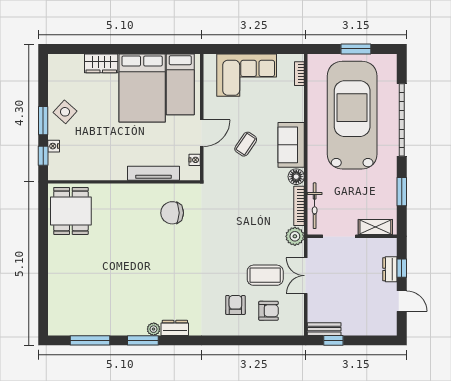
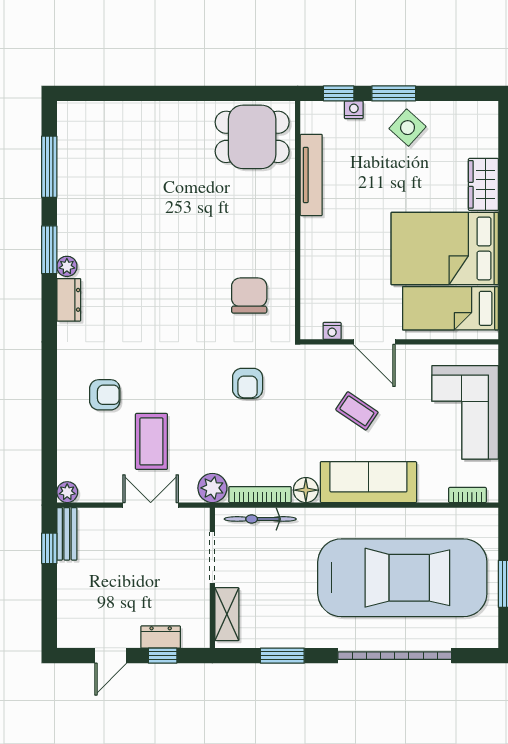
sofa: (291, 145) -> (368, 482), width x1.36
tv unit: (154, 173) -> (311, 175), moved
armchair: (268, 311) -> (248, 383), moved
plant: (297, 329) -> (67, 492), added

